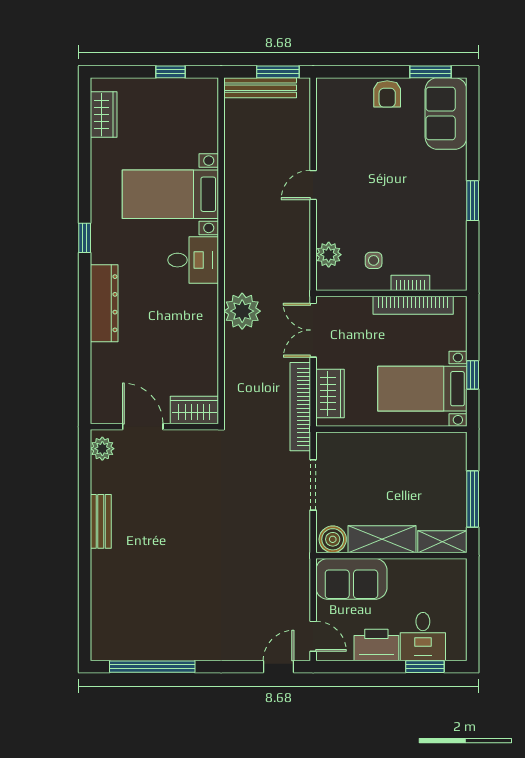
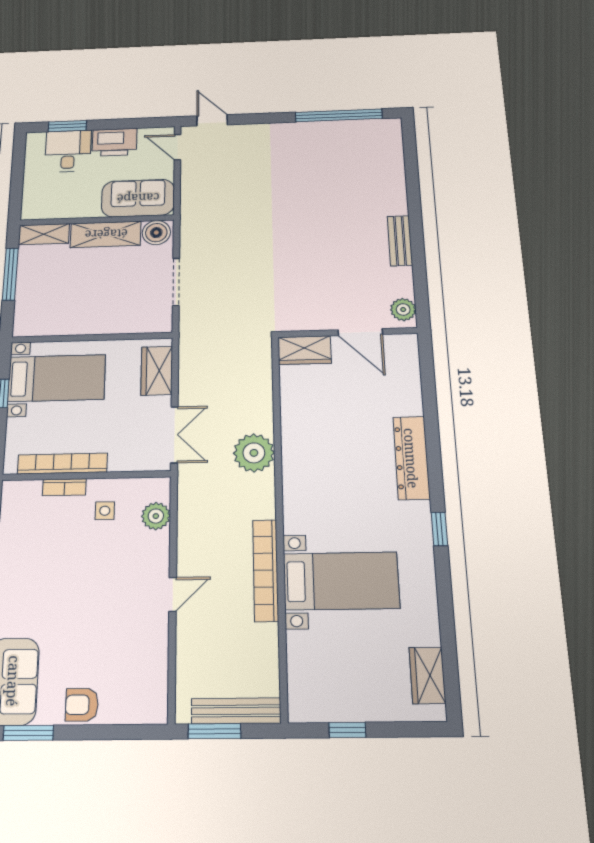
armchair: (387, 94) -> (82, 705), turned -90
desk: (193, 260) -> (311, 507), removed
bookcase: (300, 407) -> (266, 570), moved, turned 180
door: (279, 667) -> (212, 120), swing flipped

